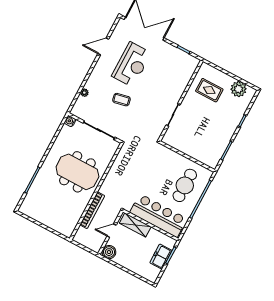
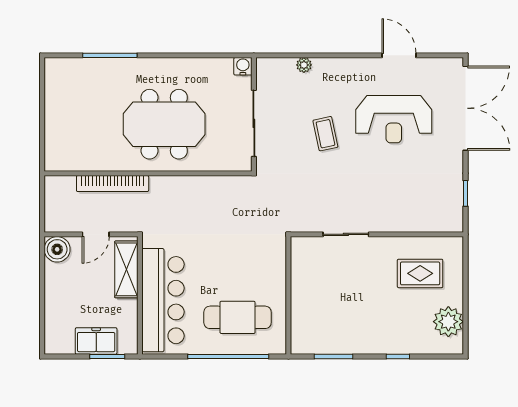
rug: (209, 90) -> (420, 273), turned 90
meeting table: (77, 172) -> (164, 124), turned 90
door: (112, 231) -> (96, 234), swing flipped

